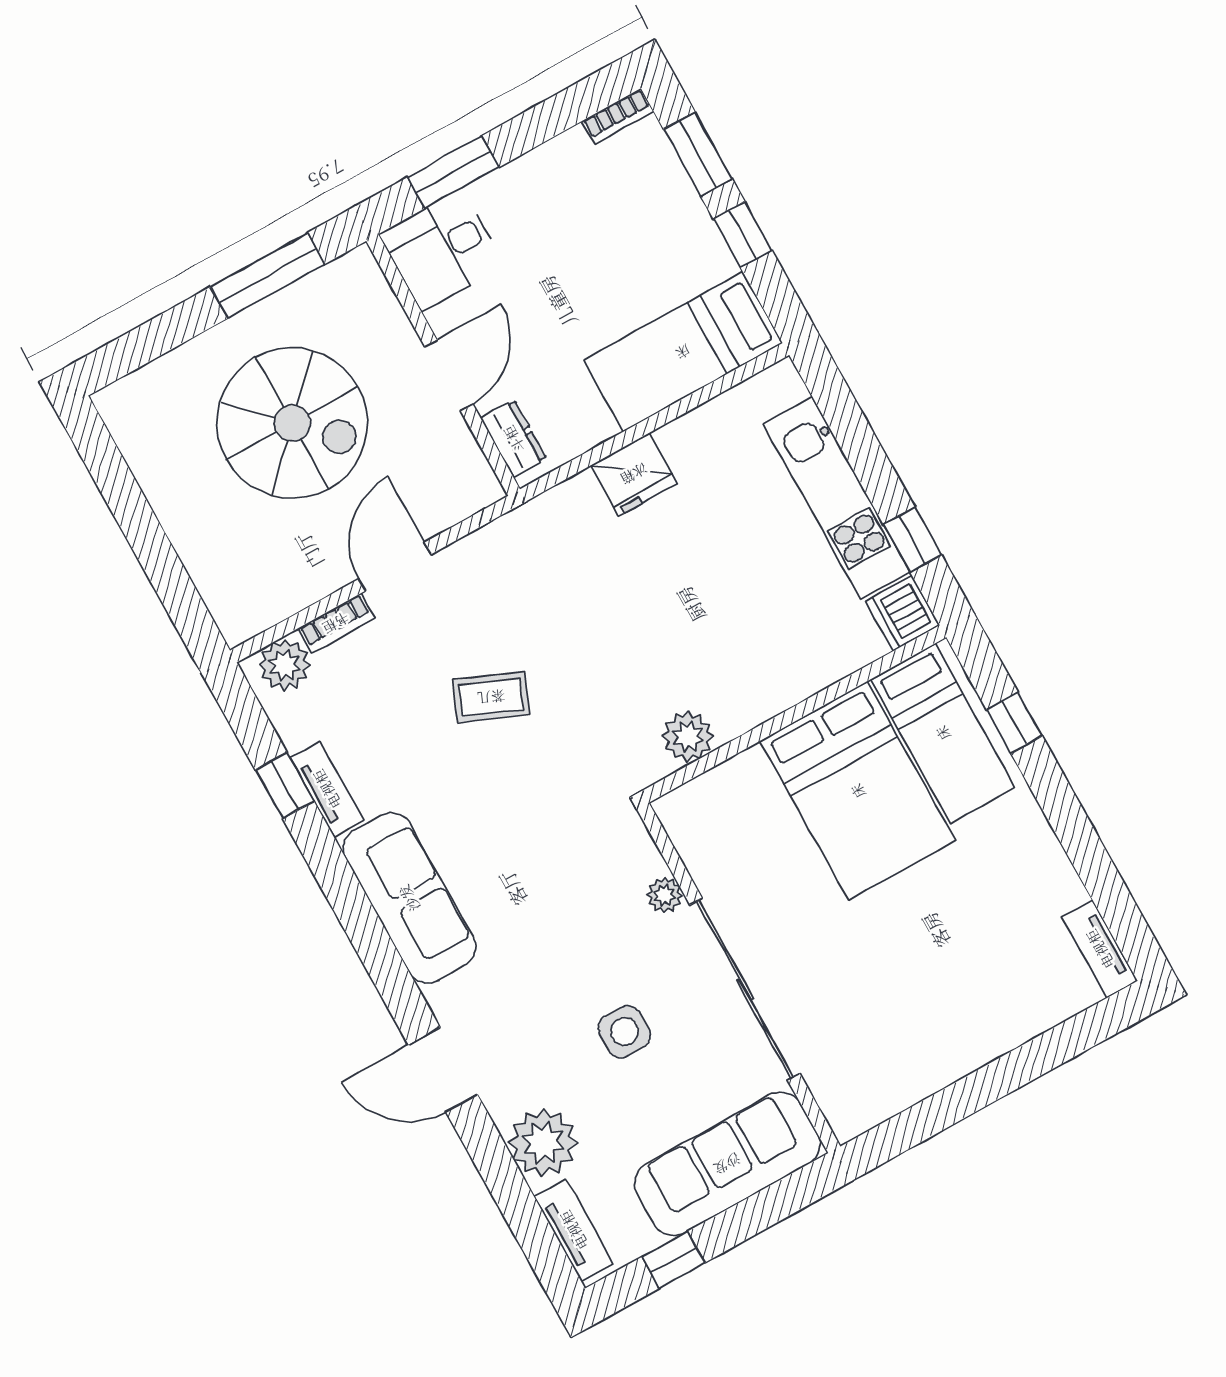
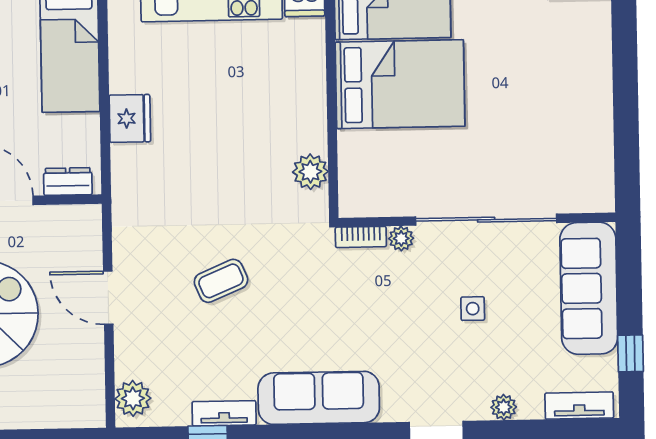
bookcase: (336, 623) -> (361, 237), moved, turned 90
coffee table: (491, 697) -> (221, 281), turned 44
side table: (624, 1032) -> (473, 309), width x0.73, depth x0.73
plant: (543, 1143) -> (504, 407), width x0.53, depth x0.53

